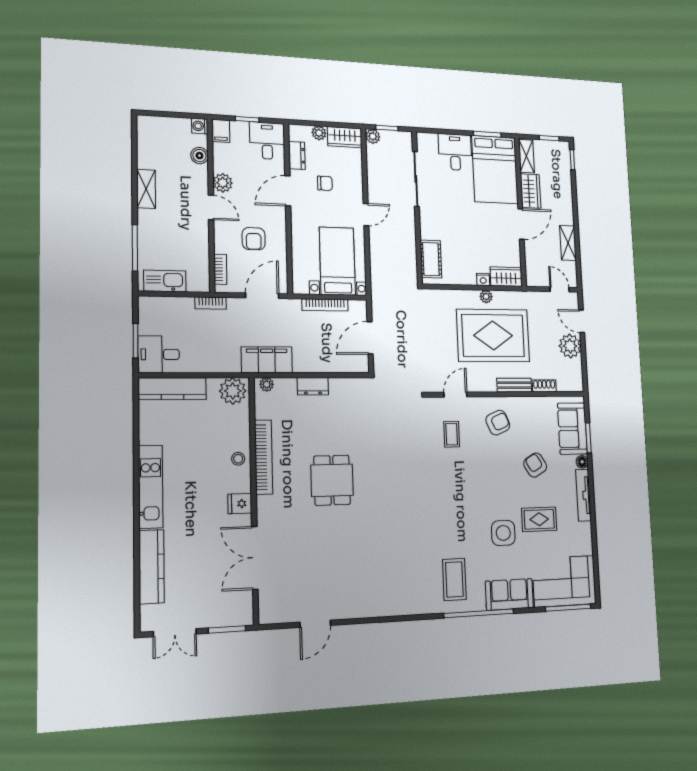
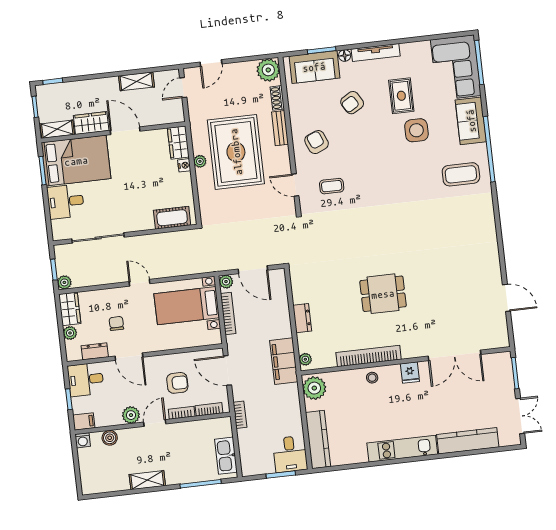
bookcase: (220, 239) -> (182, 413), added
plant: (360, 307) -> (226, 282), added
plant: (570, 346) -> (268, 70), moved

